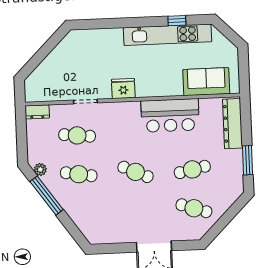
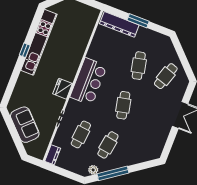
window: (177, 21) -> (25, 50), moved
sofa: (206, 82) -> (25, 125), moved, turned 135
bar counter: (170, 115) -> (89, 81), moved
window: (248, 160) -> (138, 21), moved
cafe table: (135, 172) -> (123, 105), turned -36

